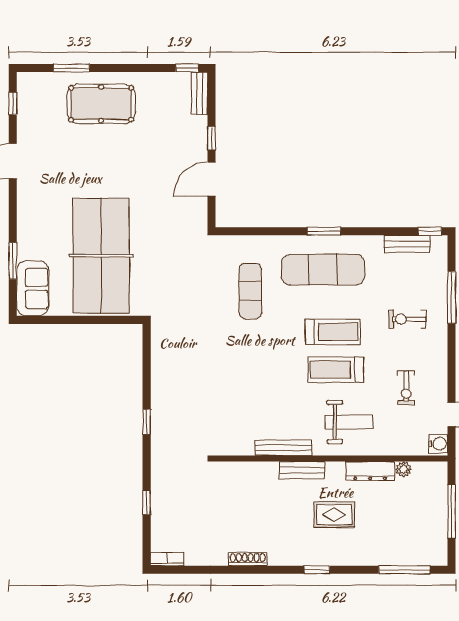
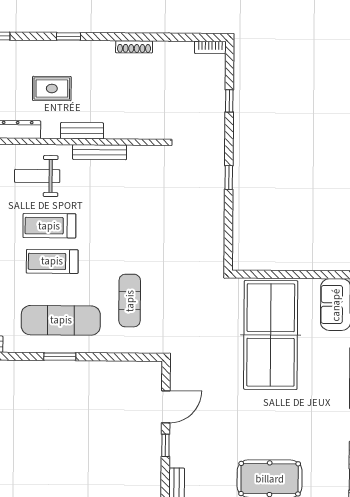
treadmill: (336, 370) -> (49, 226), turned 180

